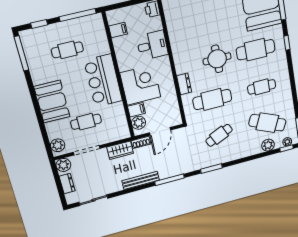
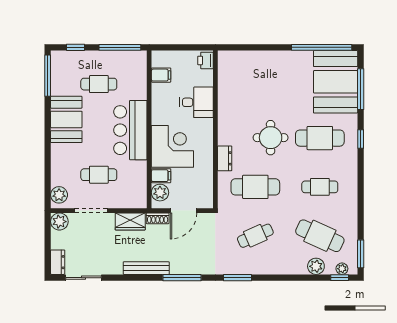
booth: (52, 102) -> (66, 119), moved
dresser: (67, 184) -> (58, 262), moved

